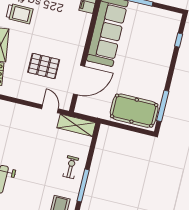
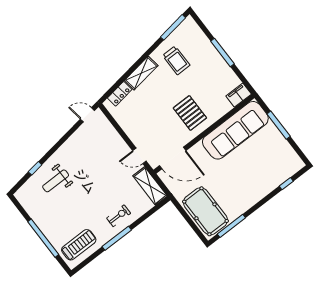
pallet: (44, 66) -> (190, 113), moved
door: (79, 80) -> (173, 158), moved
door: (50, 109) -> (139, 156), swing flipped

